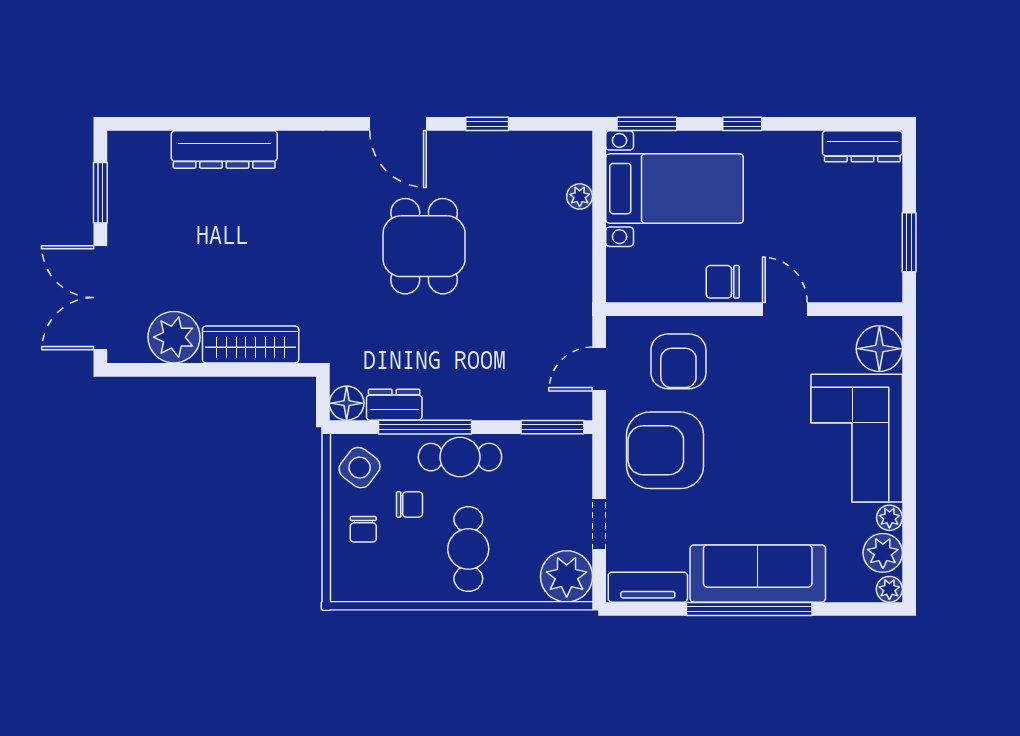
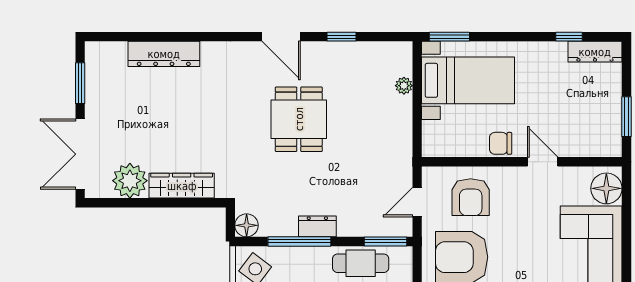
window: (742, 124) -> (569, 37), moved
dresser: (394, 405) -> (317, 226), moved
cafe table: (460, 457) -> (361, 263), moved

